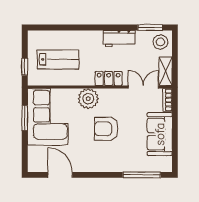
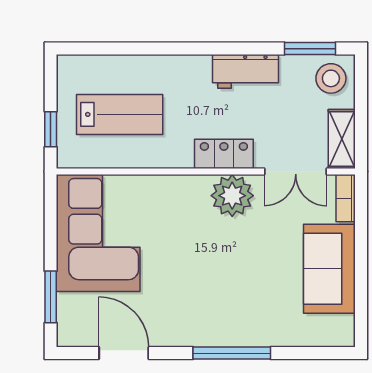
double door: (143, 87) -> (296, 172), swing flipped
plant: (88, 99) -> (232, 196), moved
window: (25, 118) -> (51, 297), moved
armchair: (106, 129) -> (219, 258), removed
window: (142, 175) -> (232, 353), moved

